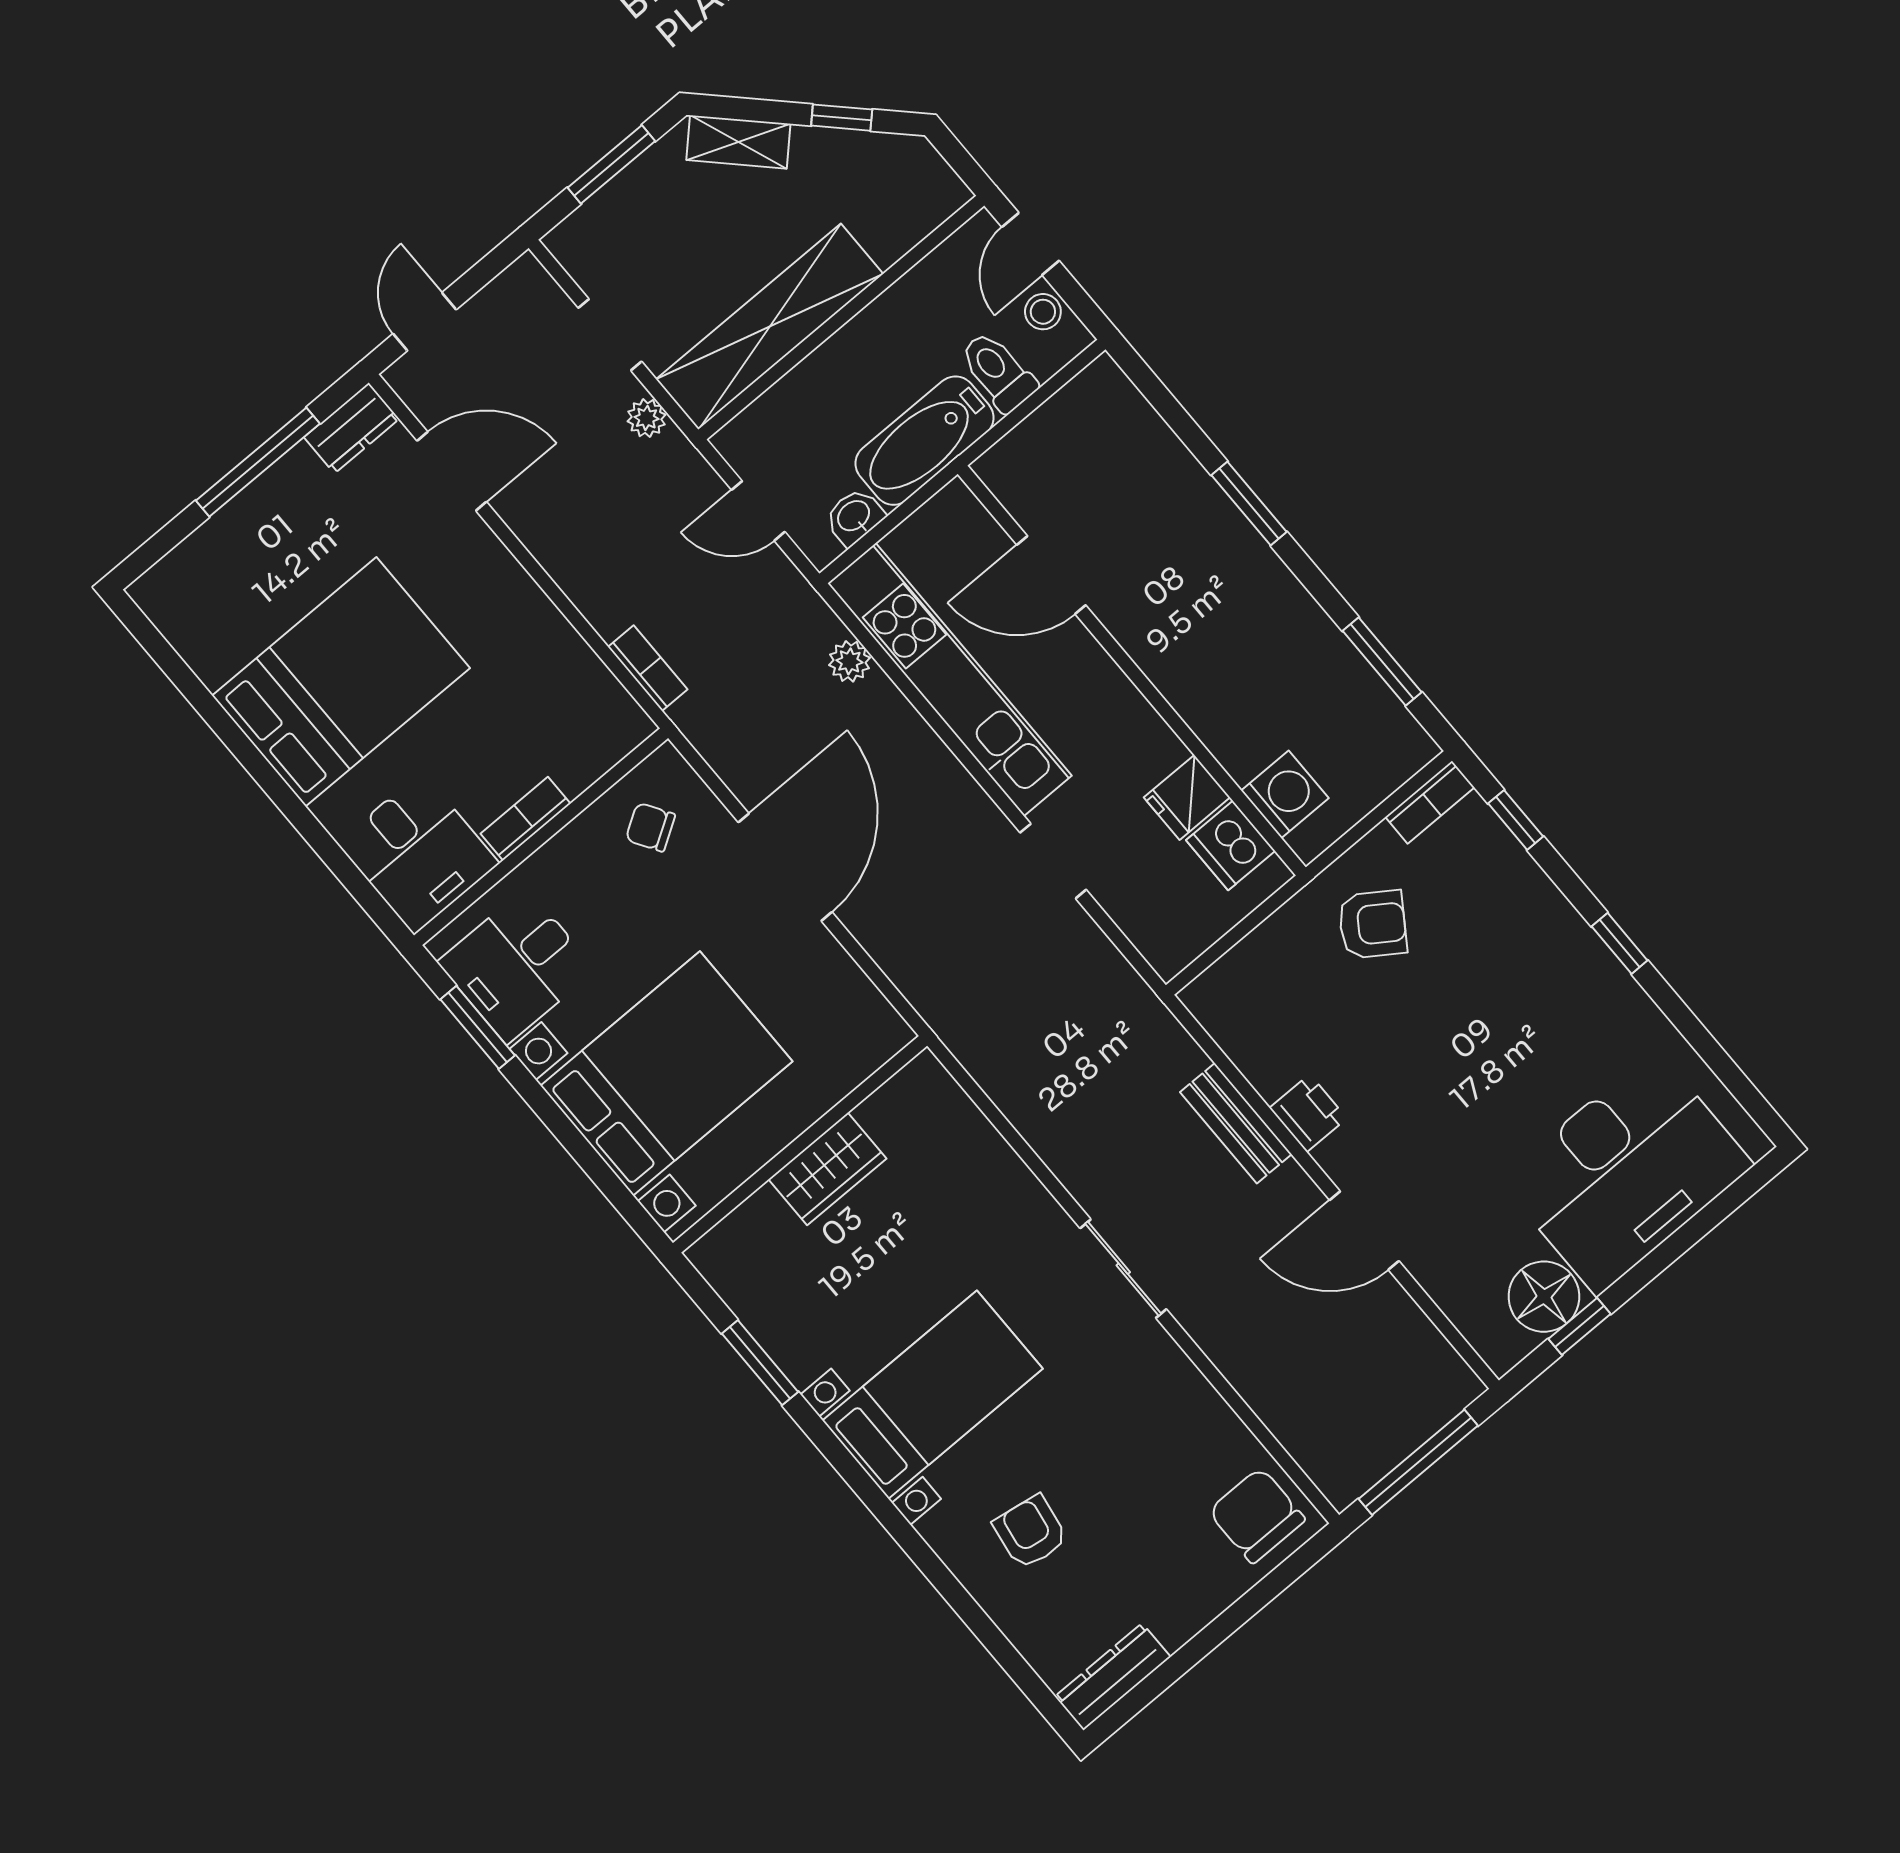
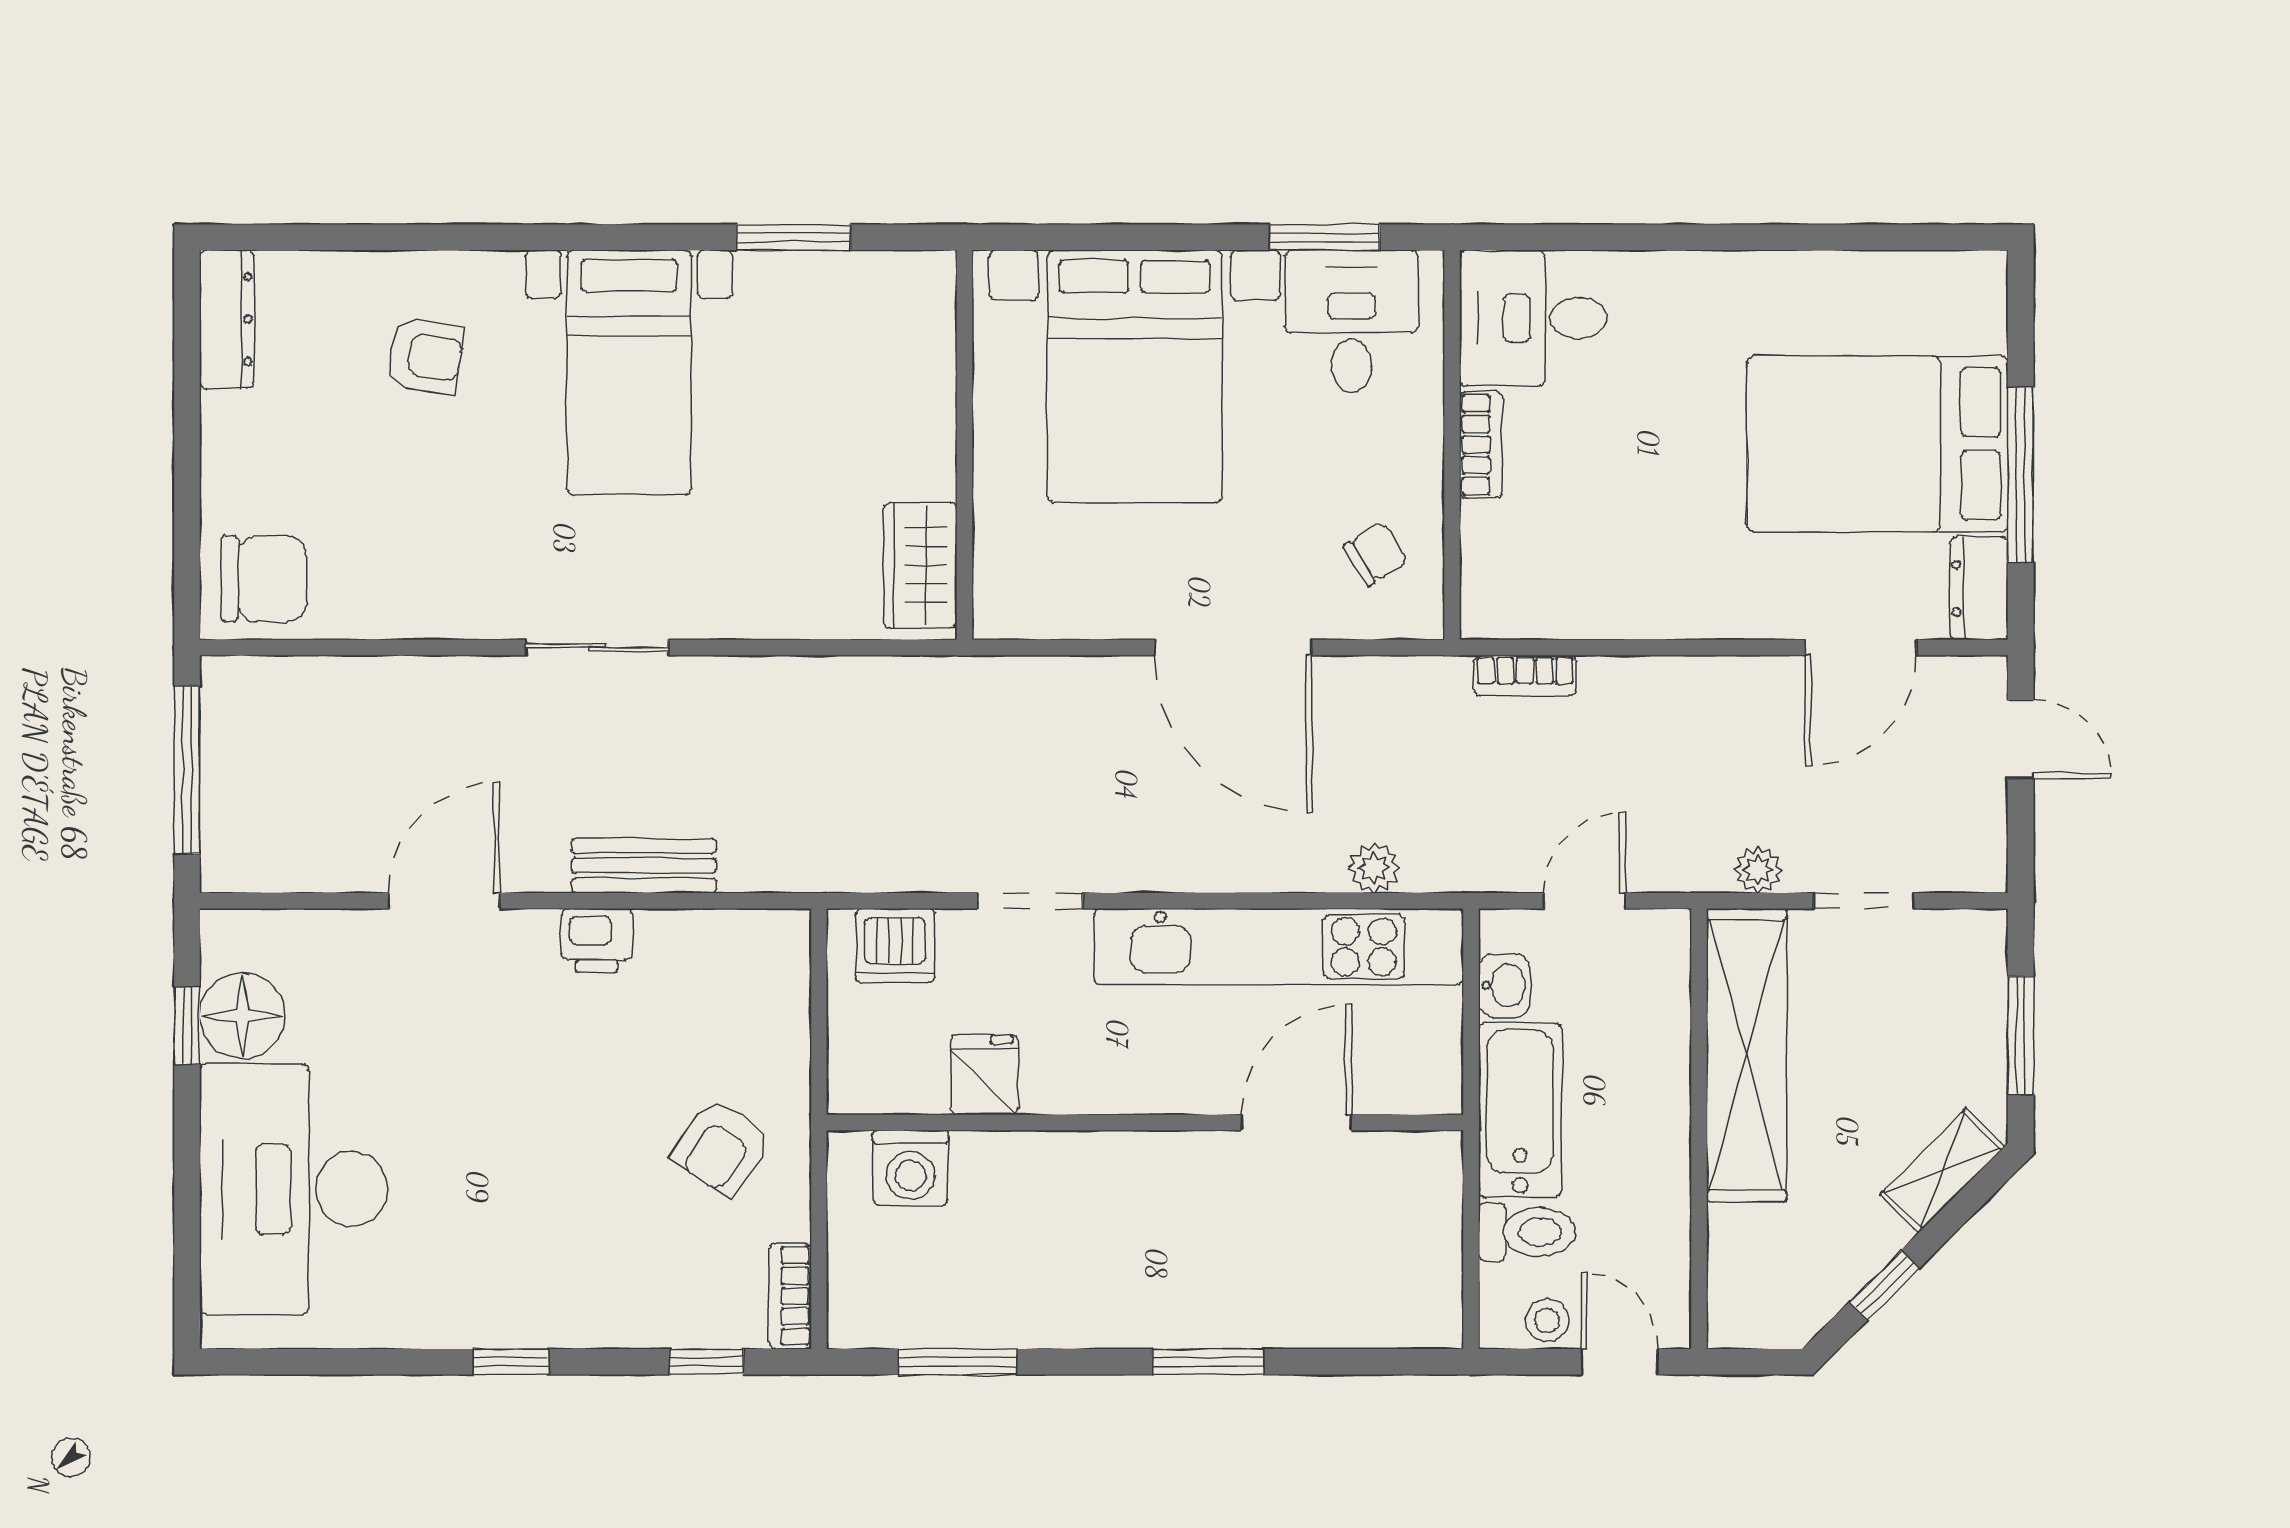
bed: (341, 682) -> (1878, 444), moved, turned 90
dishwasher: (1231, 845) -> (895, 946), moved, turned 180
wardrobe: (827, 1169) -> (920, 565), moved

